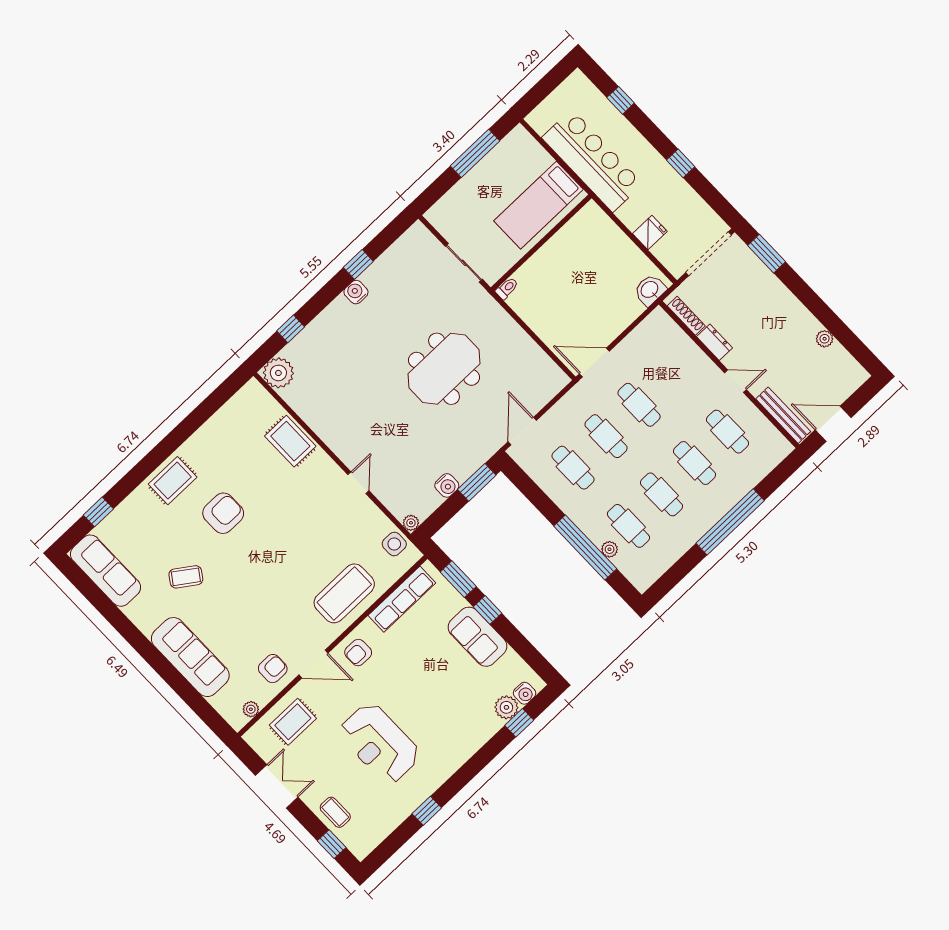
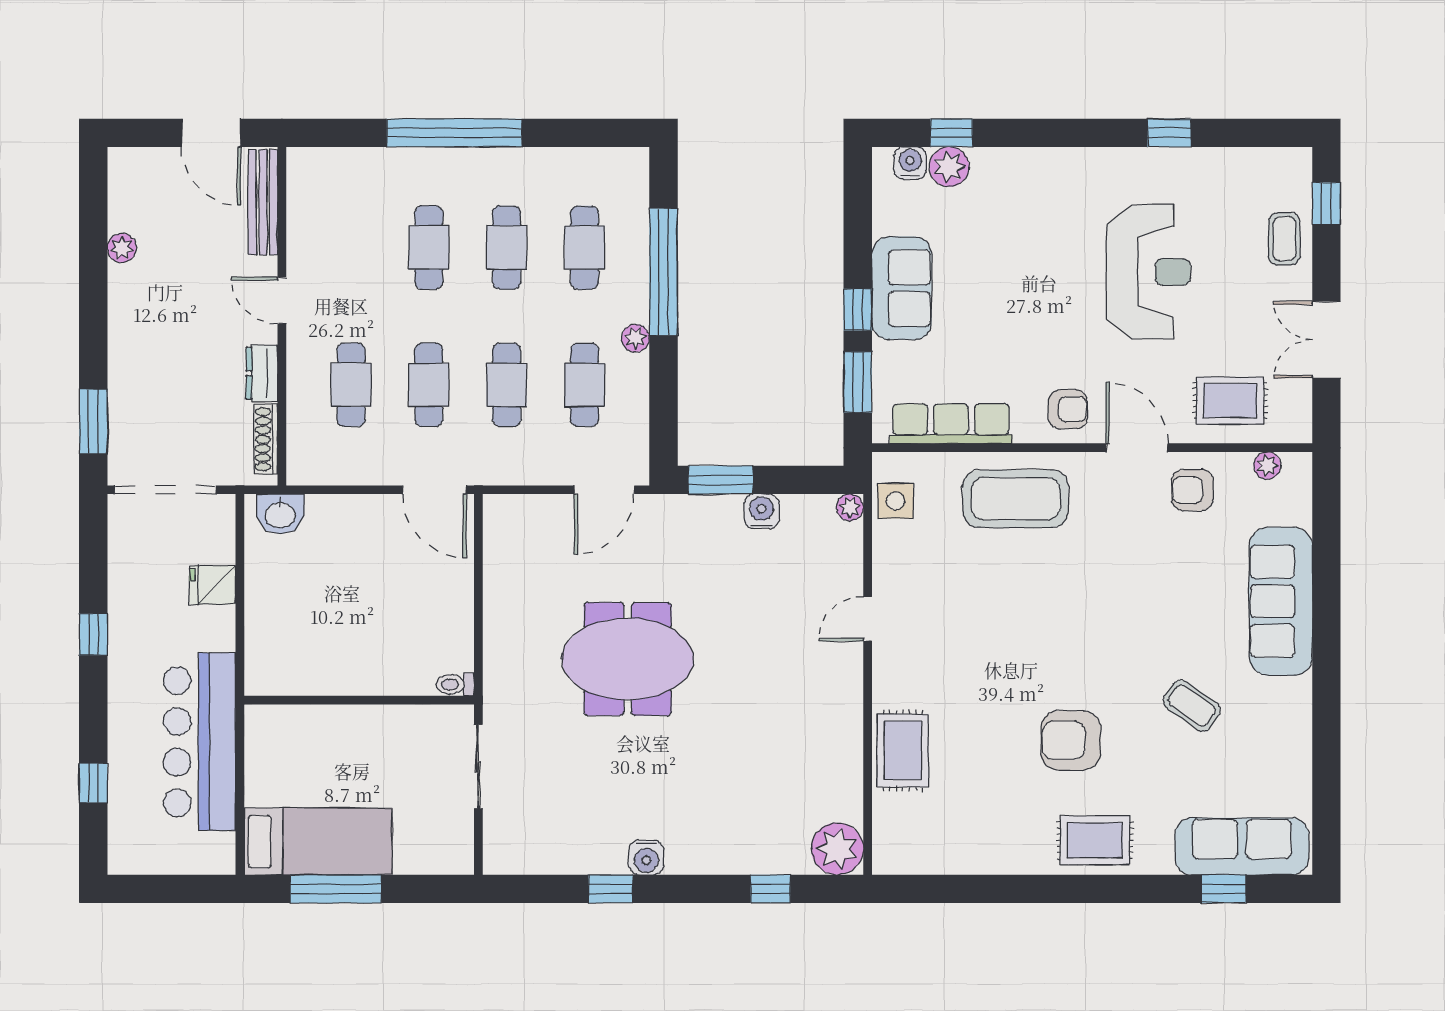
bed: (539, 205) -> (318, 842), moved
cafe table: (728, 432) -> (351, 385), moved
plant: (610, 549) -> (636, 338), moved
sofa: (106, 571) -> (1242, 846), moved, turned 90

